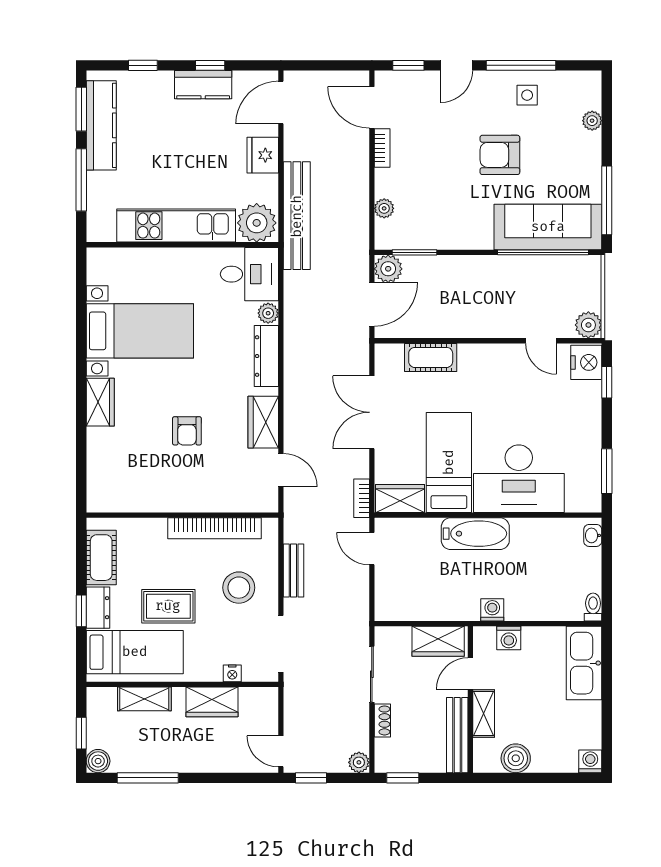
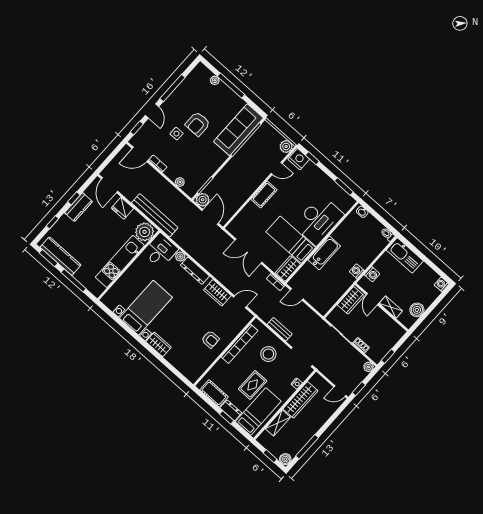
side table: (527, 95) -> (176, 134), moved
window: (607, 200) -> (231, 85), moved
cot: (431, 357) -> (264, 194), moved
armchair: (187, 431) -> (210, 339), moved
wardrobe: (212, 702) -> (300, 400), width x1.50
bench: (457, 735) -> (390, 323), removed

